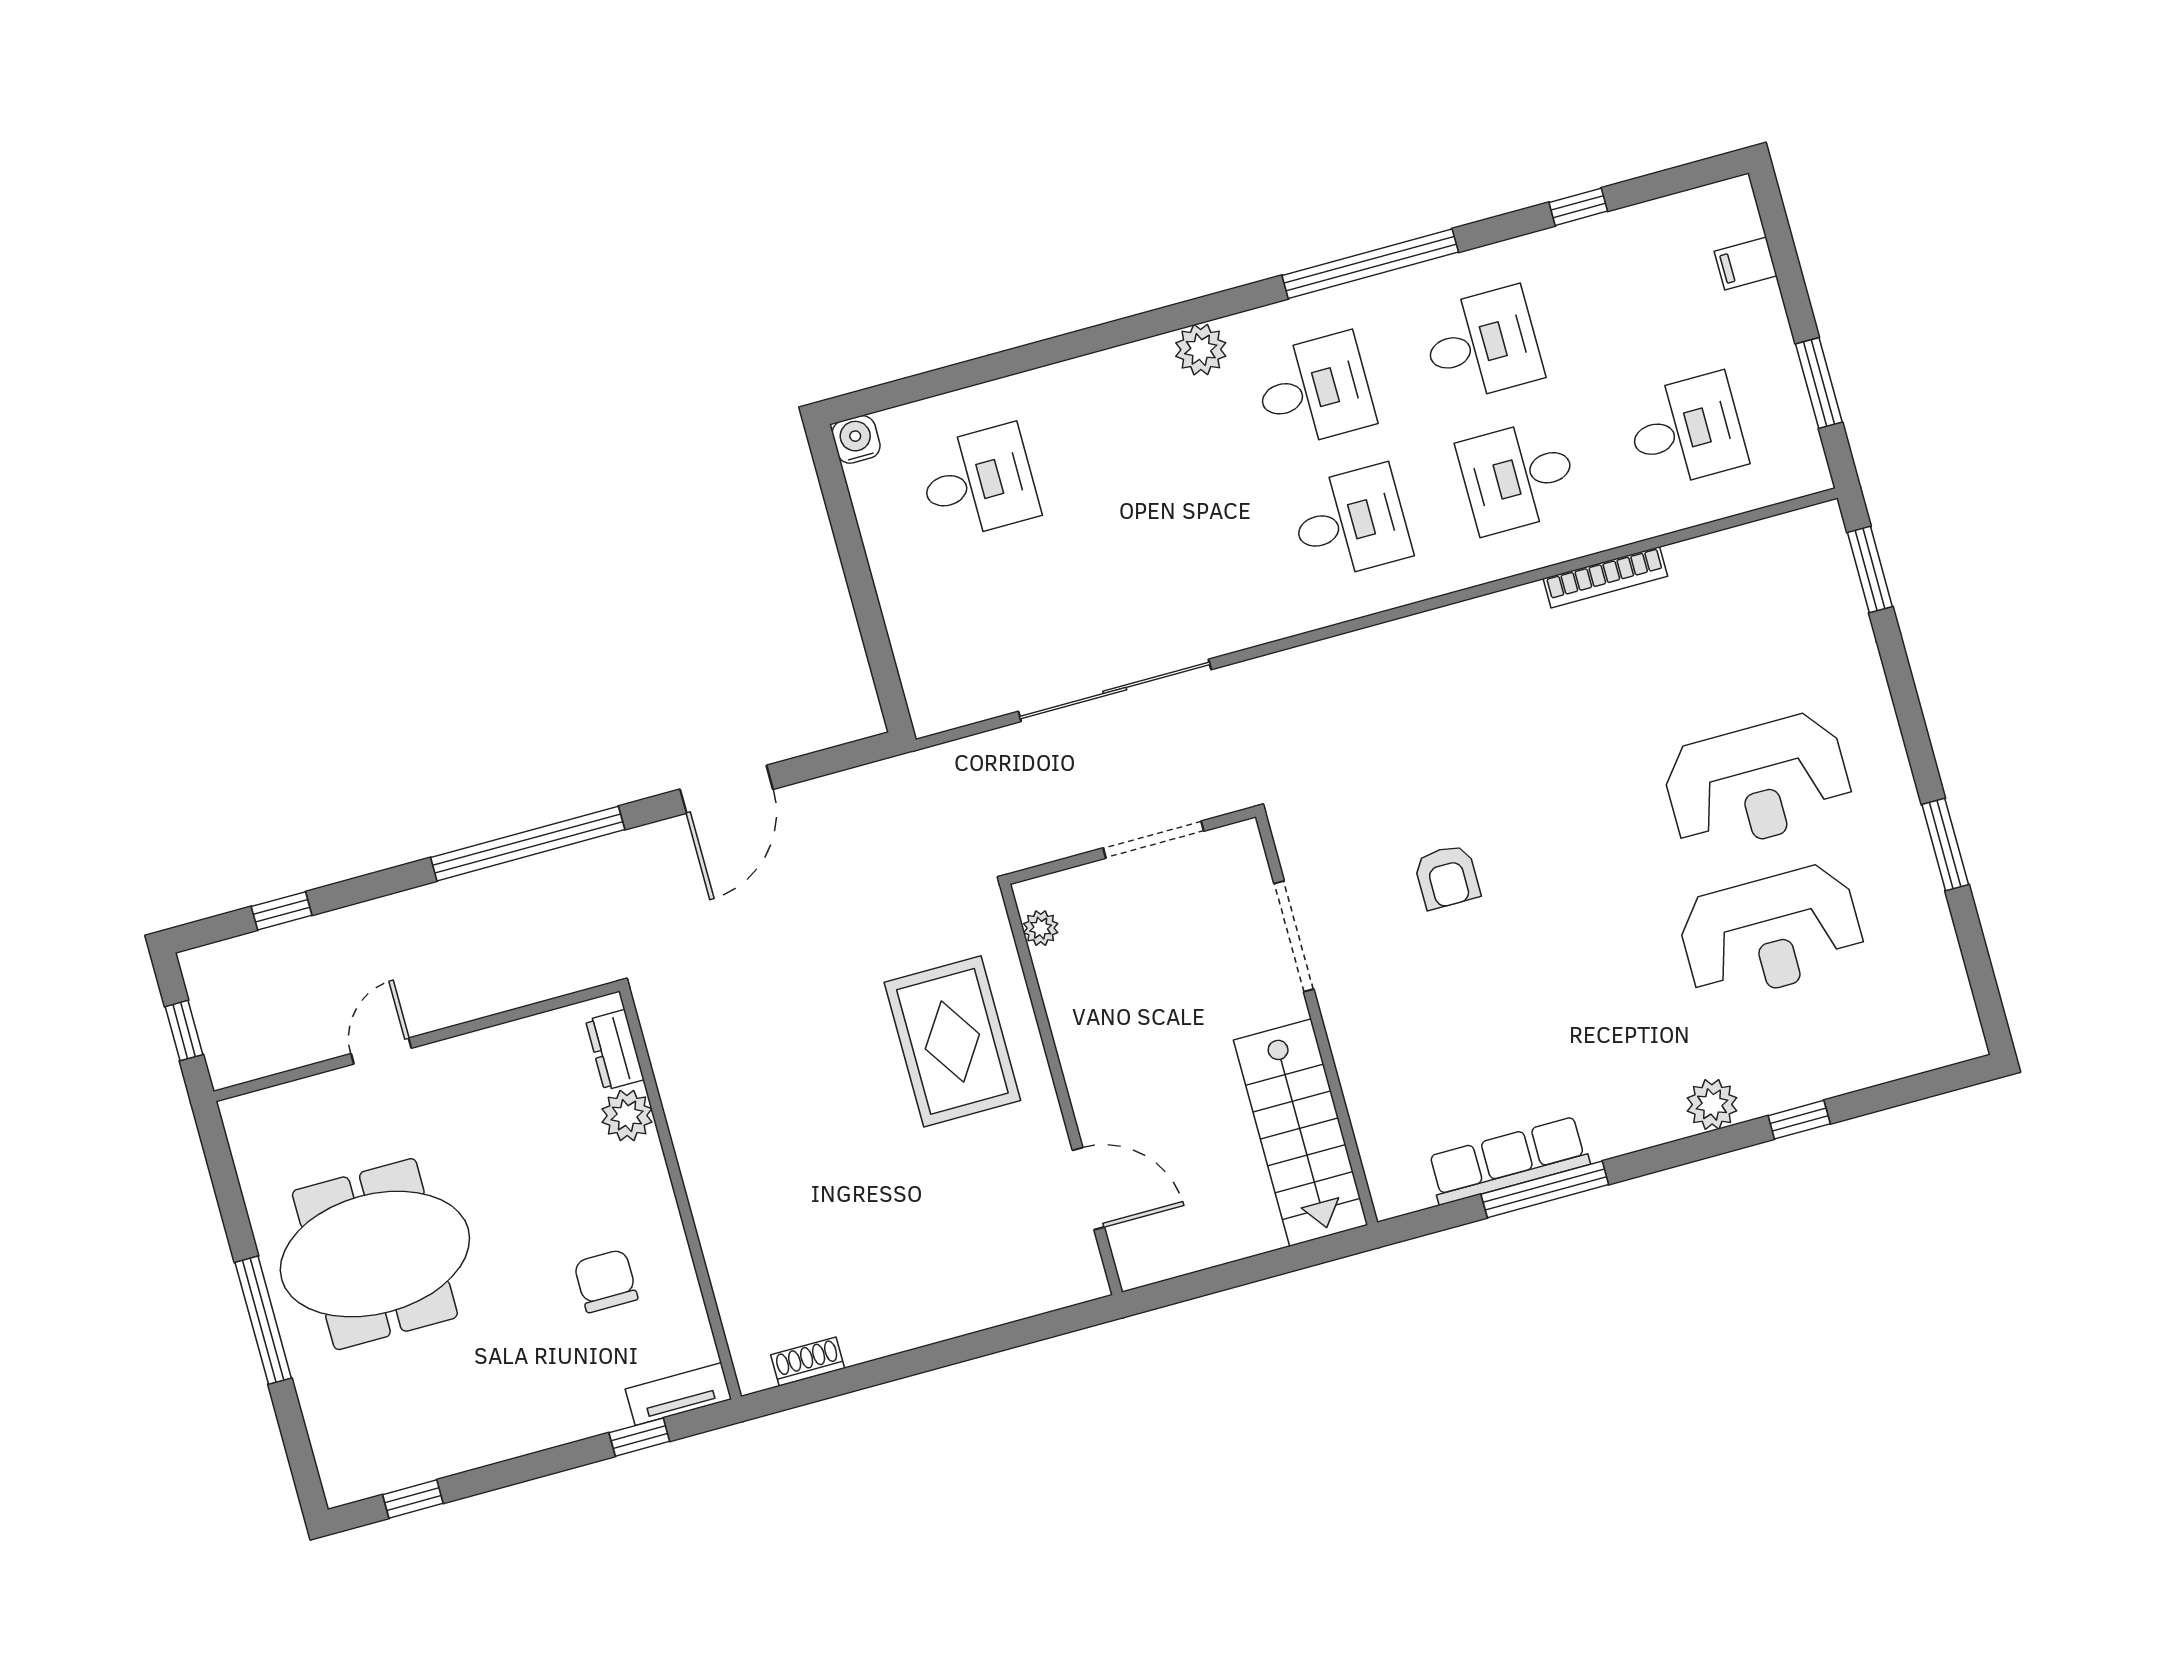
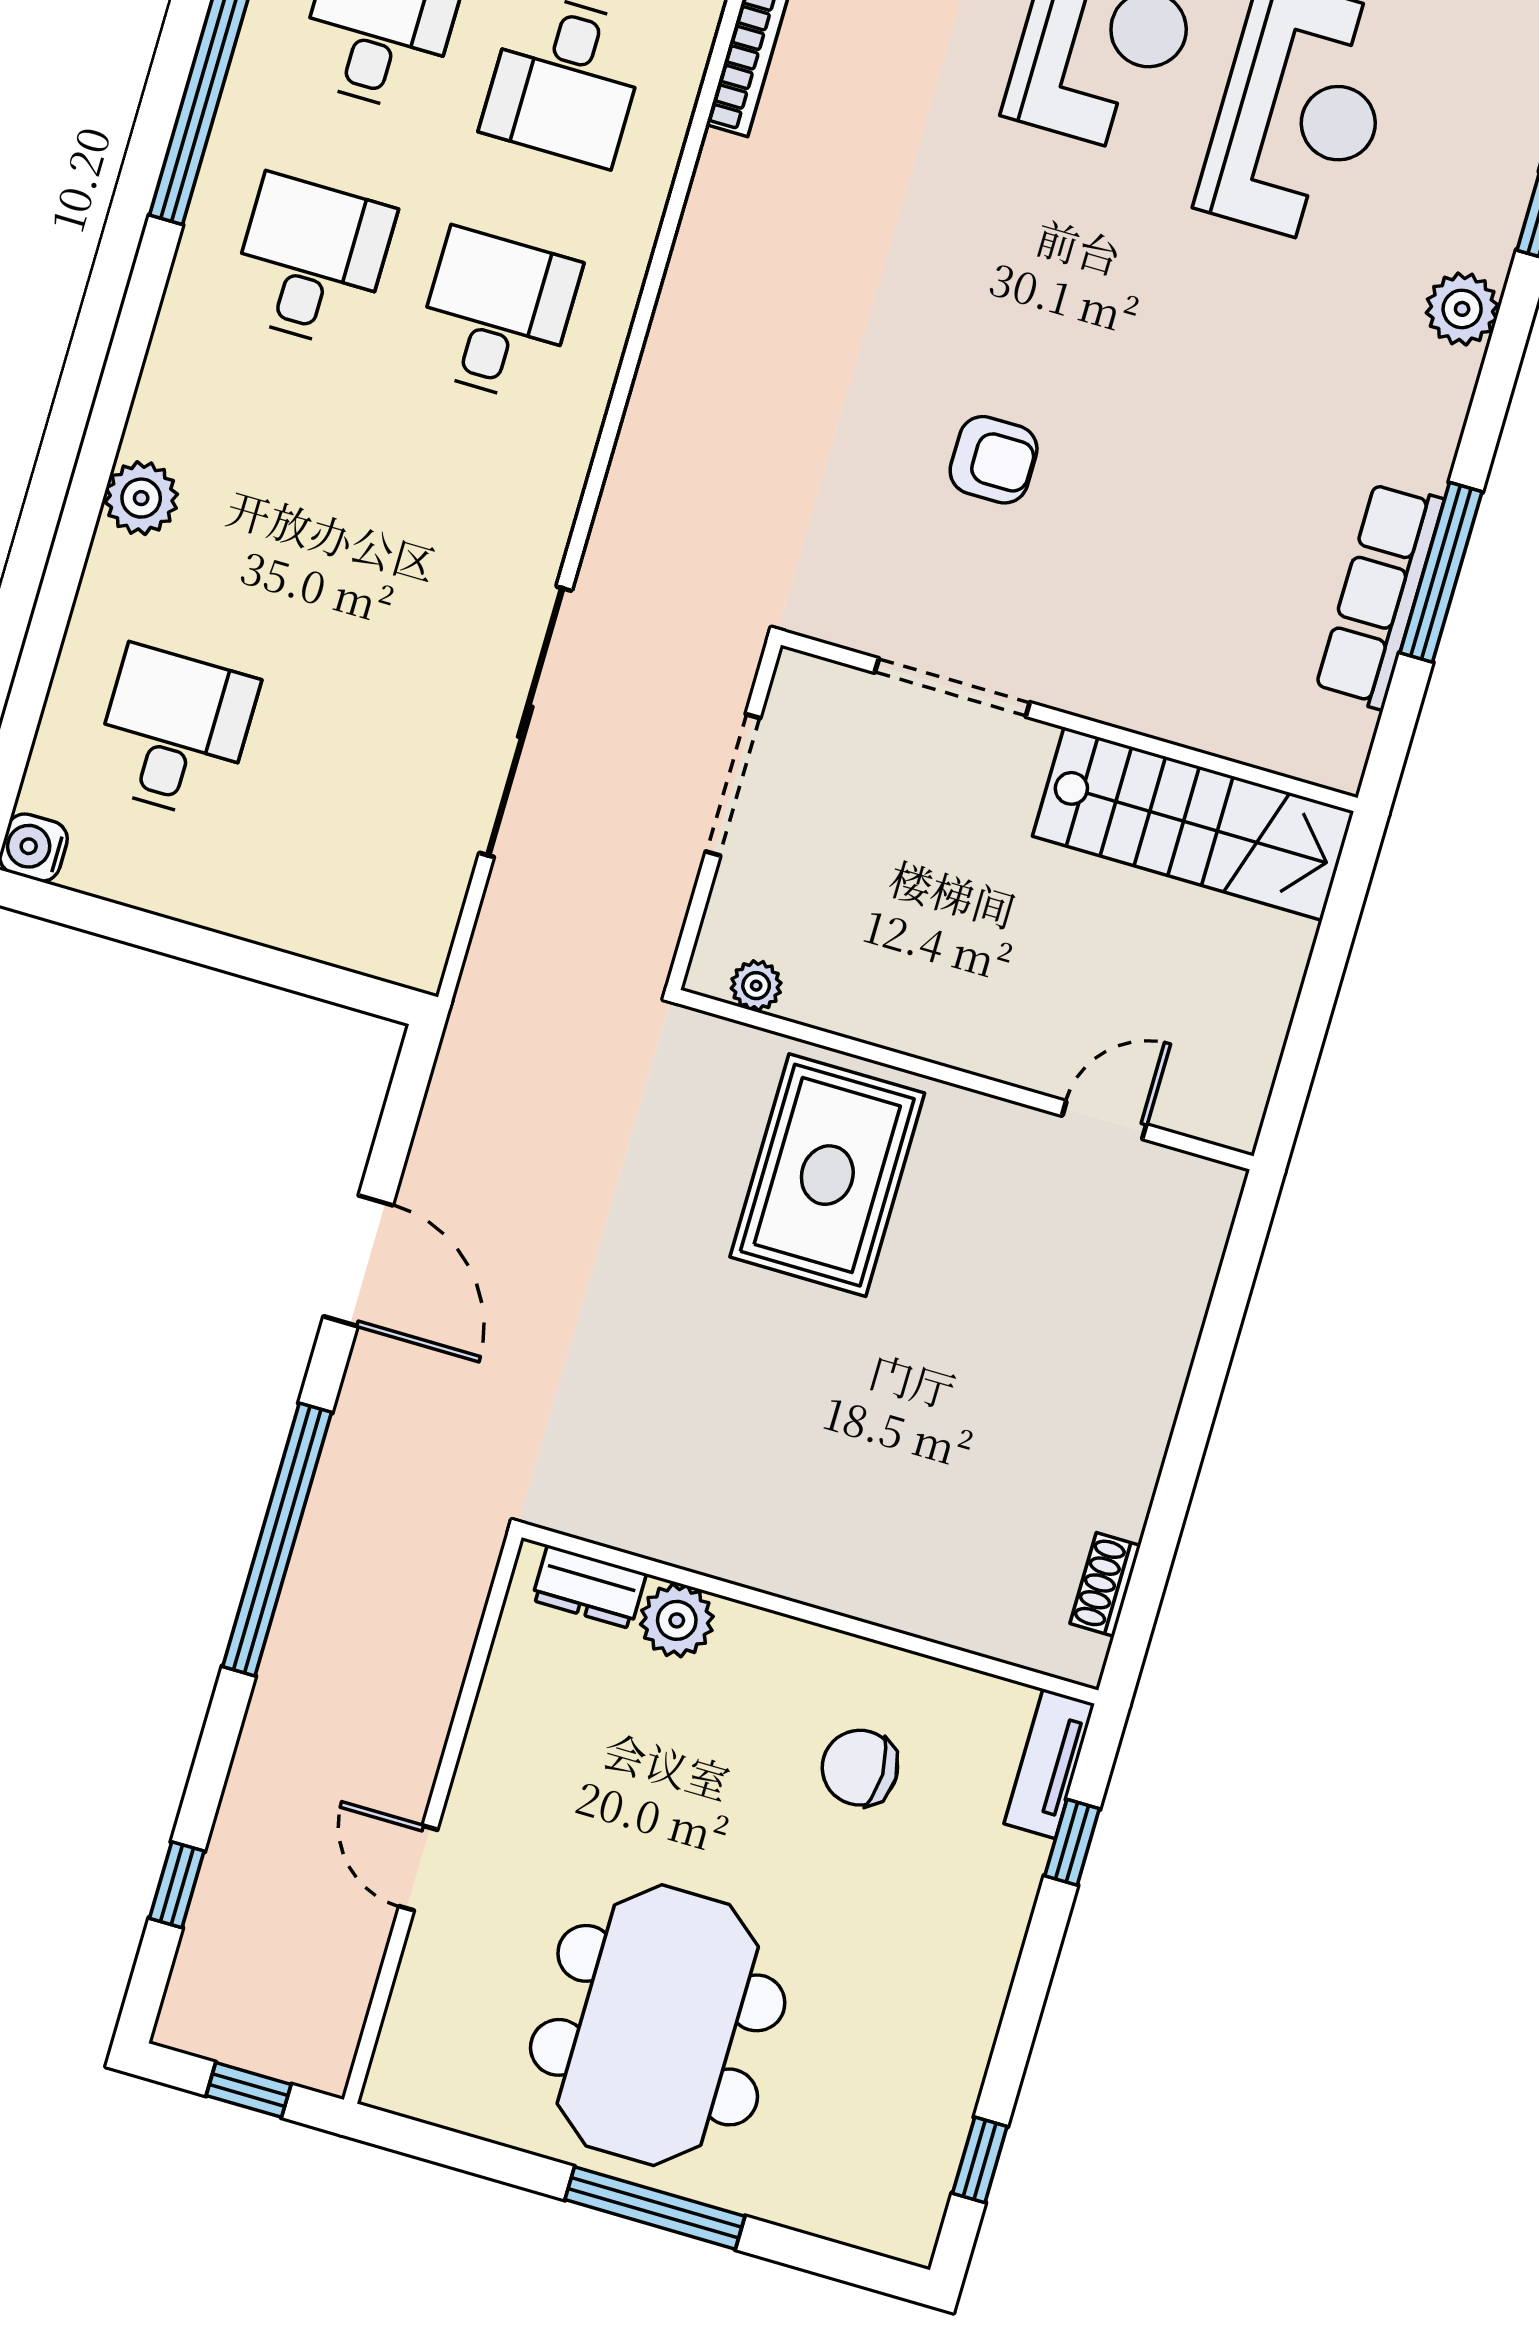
plant: (1201, 350) -> (141, 498), moved
rug: (952, 1041) -> (827, 1175), turned 90
door: (1088, 1189) -> (1104, 1120), width x0.73

